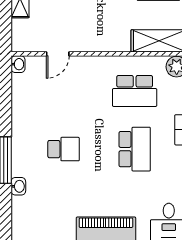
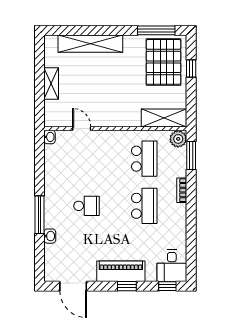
door: (58, 54) -> (82, 129), swing flipped
school desk: (135, 91) -> (144, 159), turned -90

